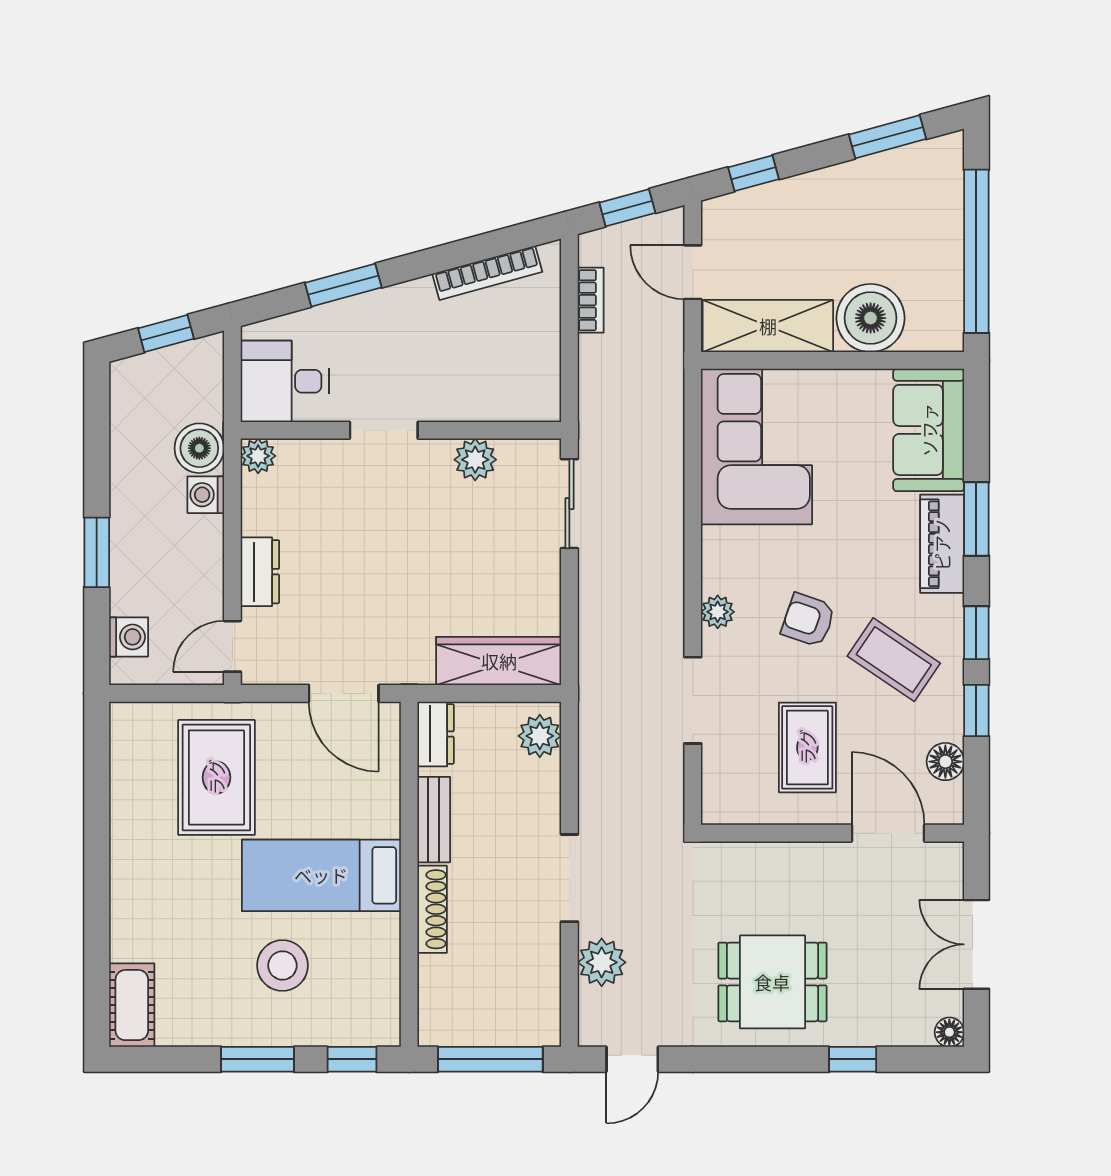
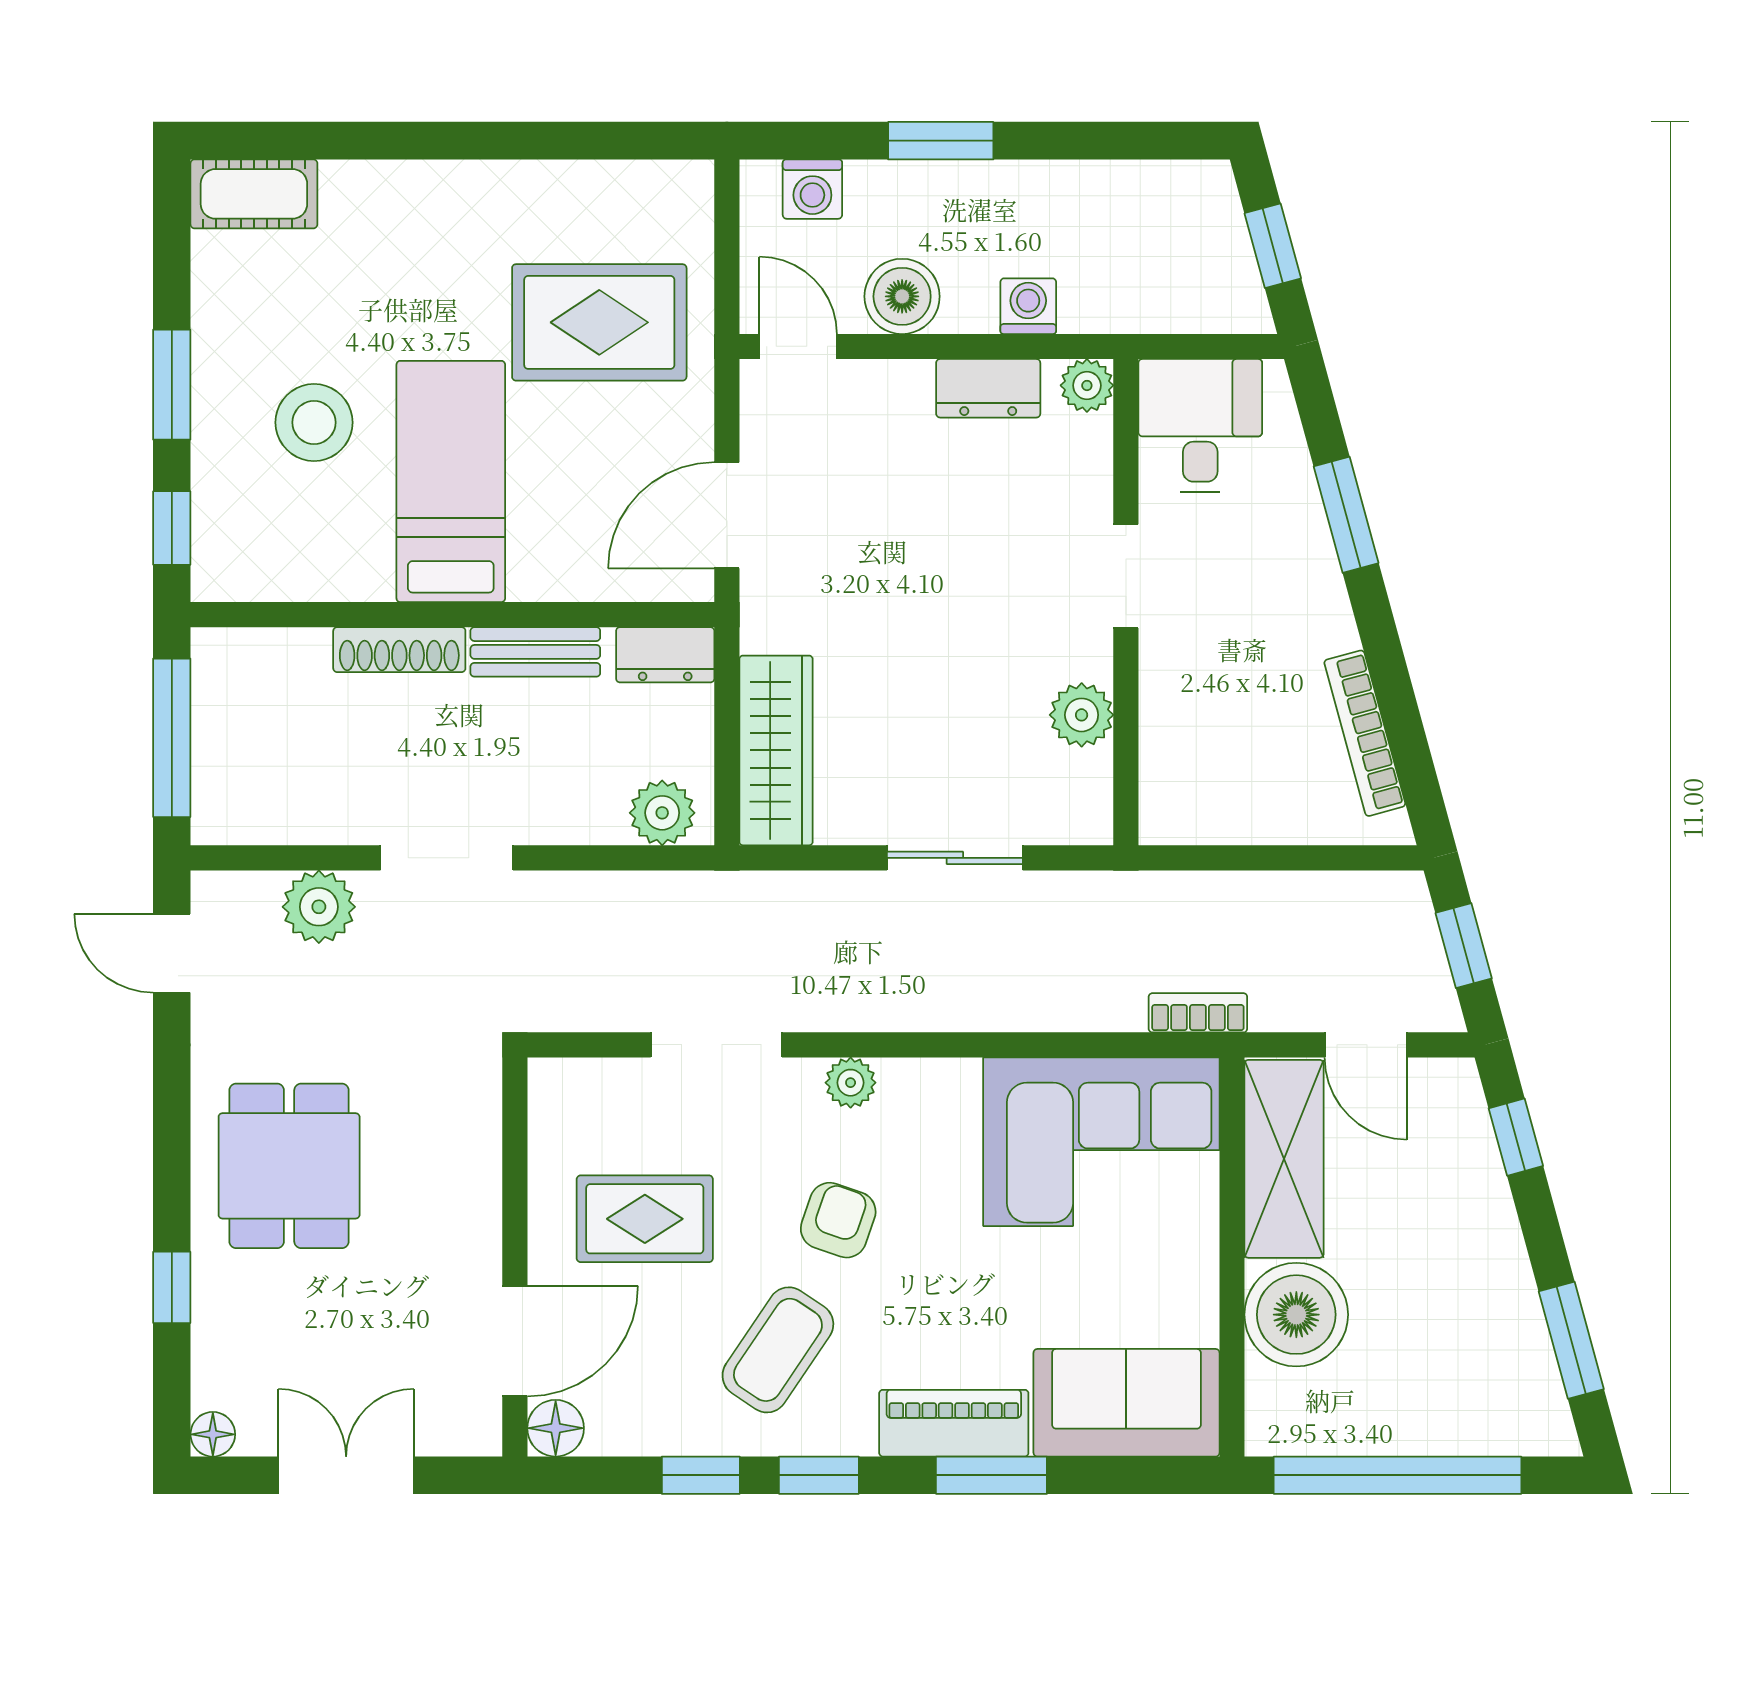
door: (693, 272) -> (1366, 1045), swing flipped
bookcase: (591, 300) -> (1198, 1013), moved, turned 180
boiler: (199, 448) -> (902, 296), moved
sliding door: (569, 504) -> (955, 858), moved
dresser: (260, 572) -> (988, 388), moved
floor lamp: (945, 762) -> (556, 1428), moved

